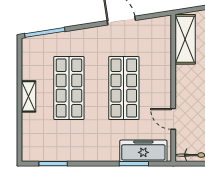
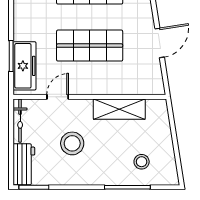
shelving: (185, 39) -> (119, 109), moved

